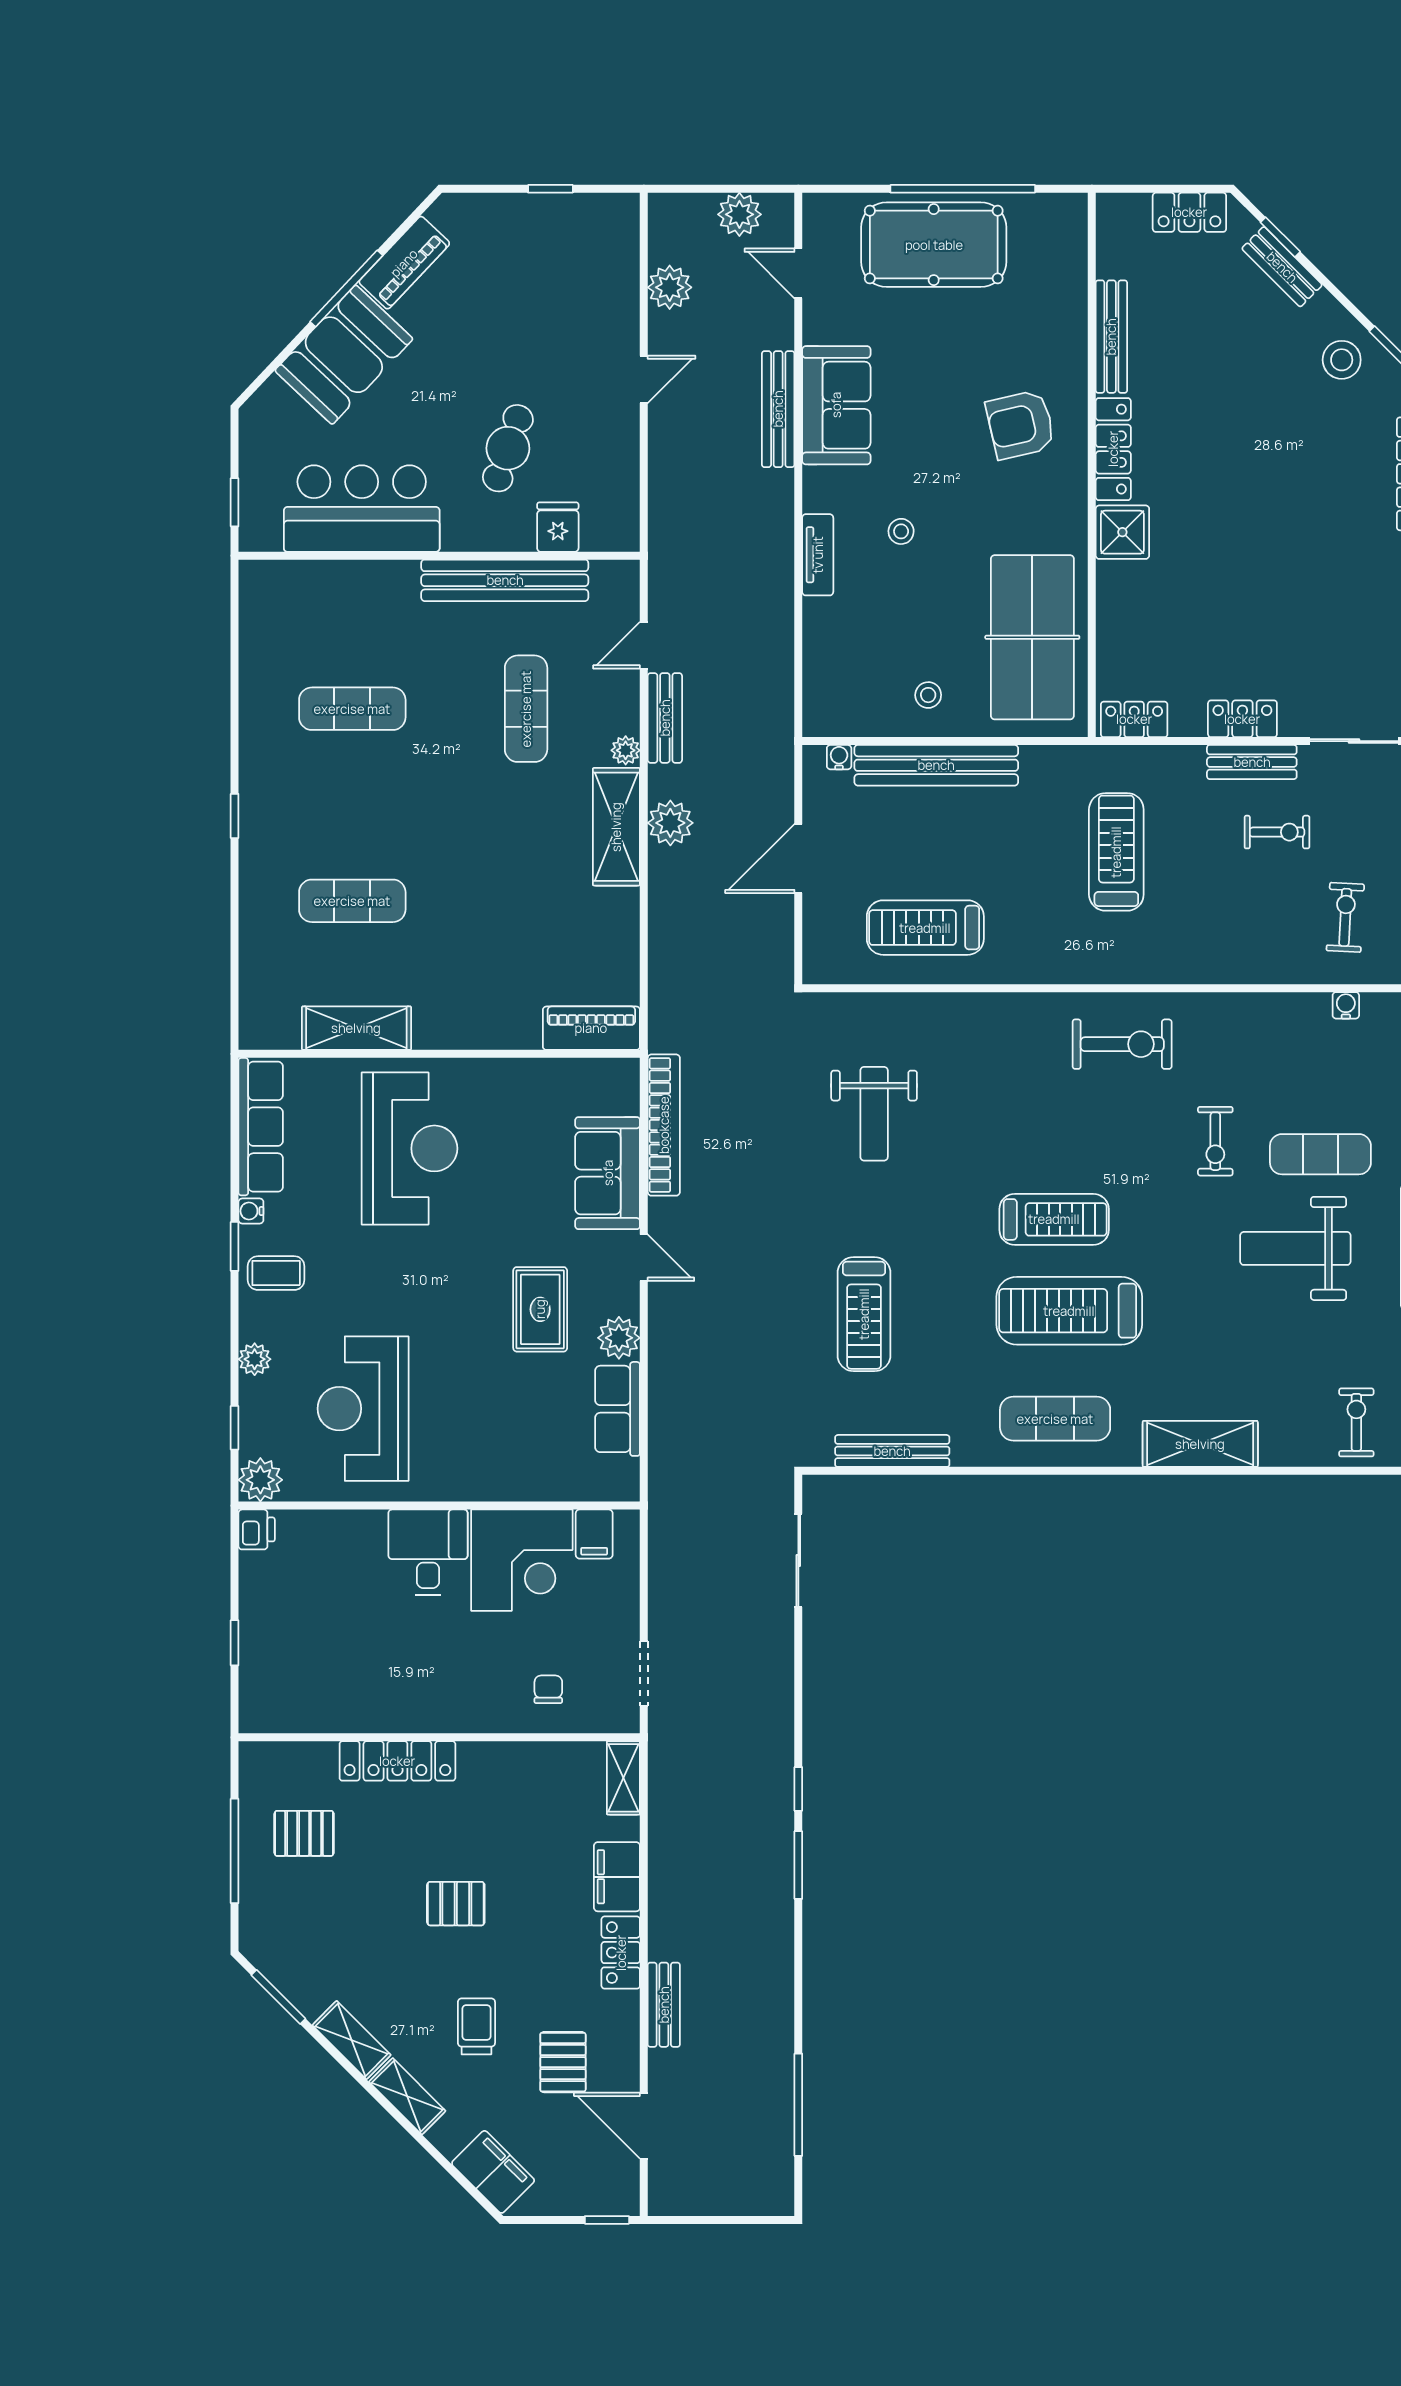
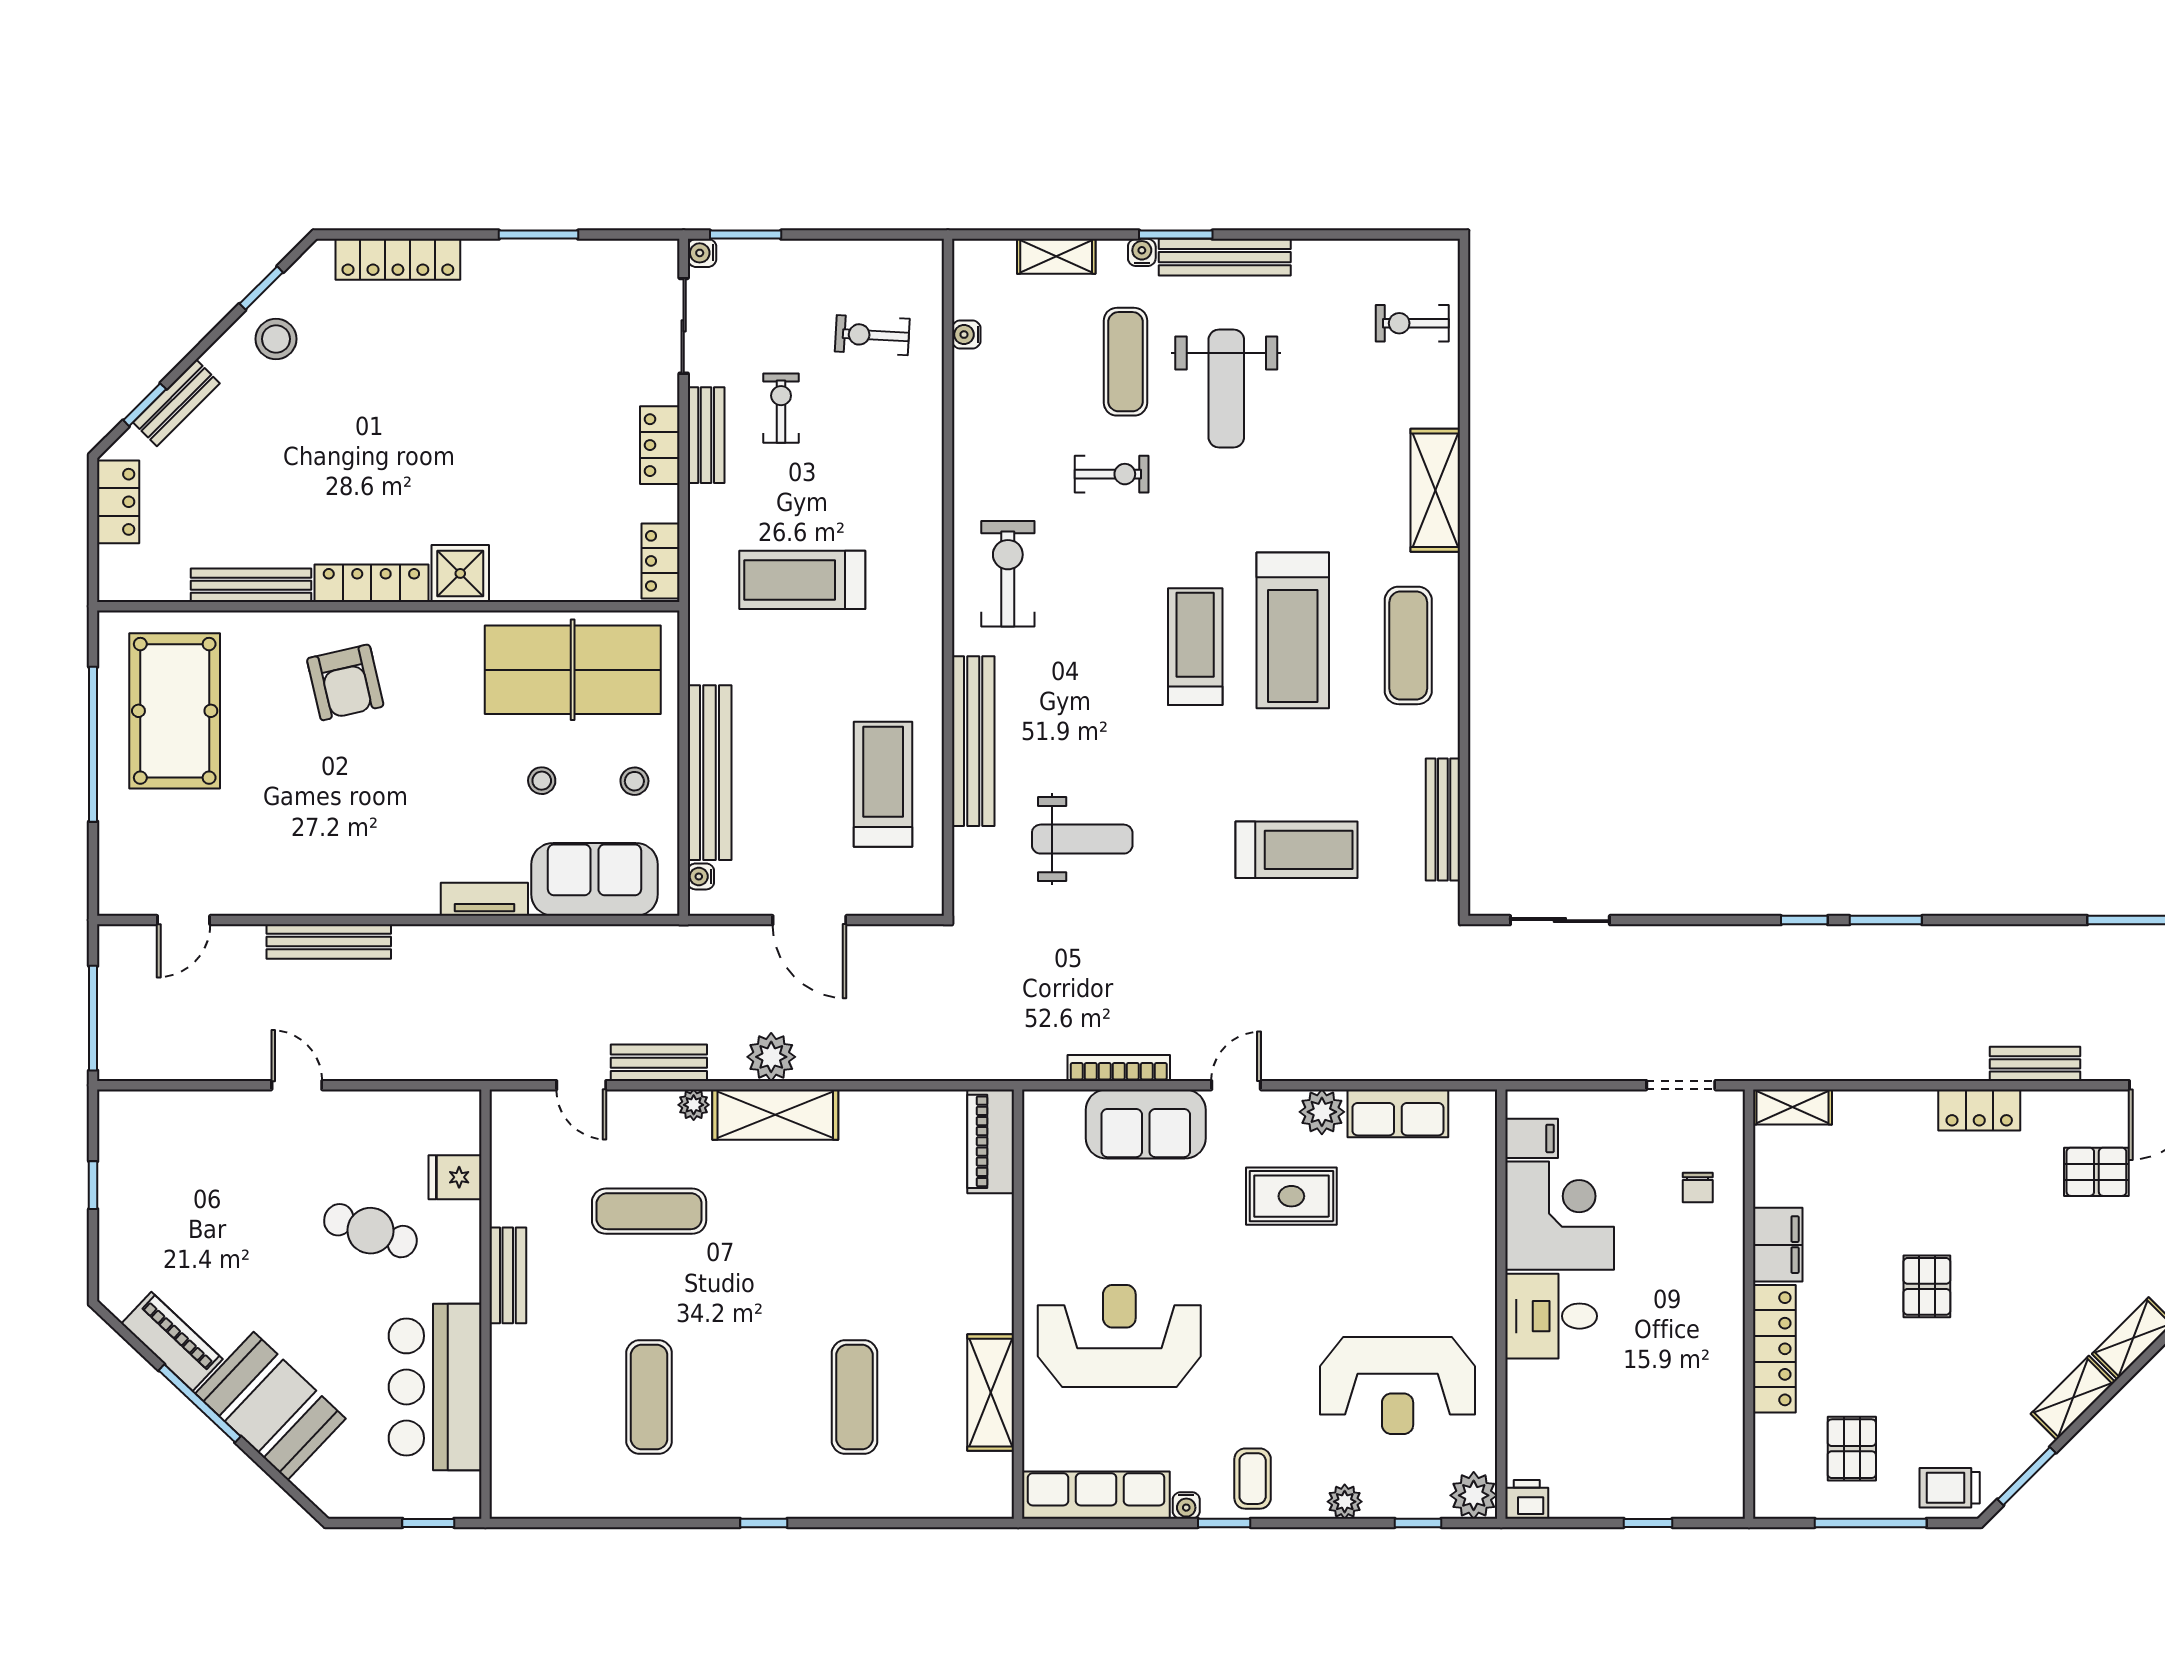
window: (707, 189) -> (93, 1018), added
plant: (739, 214) -> (120, 983), removed
pool table: (934, 245) -> (175, 711), moved
plant: (670, 287) -> (198, 1058), removed
sofa: (836, 405) -> (595, 879), moved
stool: (901, 531) -> (542, 781), moved
bench: (505, 580) -> (508, 1275), width x0.54, depth x0.82
treadmill: (925, 928) -> (883, 784), turned 180
bench: (966, 1012) -> (973, 741), added
bookcase: (664, 1125) -> (1119, 1068), width x0.68, depth x0.76
chair: (548, 1689) -> (1698, 1187), turned -90
filing cabinet: (617, 1877) -> (1778, 1245), moved, turned -90
trolley: (476, 2026) -> (1950, 1488), moved

